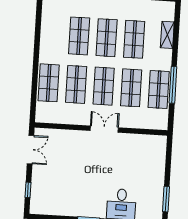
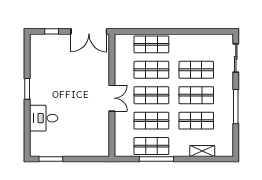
double door: (30, 150) -> (89, 31), width x1.37

